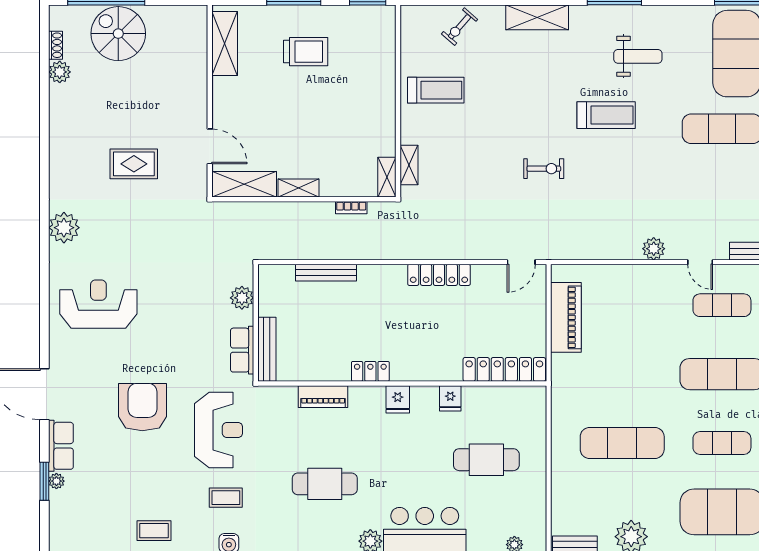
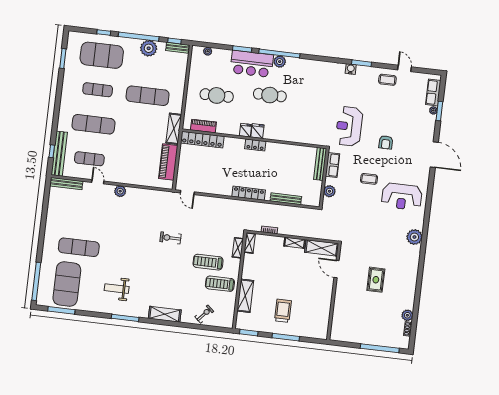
spiral stairs: (118, 34) -> (376, 331), removed
shelving: (225, 44) -> (245, 296), moved
trolley: (306, 52) -> (283, 311), turned 90
treadmill: (606, 115) -> (208, 262), moved
rug: (134, 164) -> (376, 280), moved, turned 90
door: (521, 262) -> (187, 192), swing flipped
locker: (439, 275) -> (249, 193), moved
locker: (370, 371) -> (255, 145), moved
shelving: (563, 384) -> (174, 129), added
piano: (323, 397) -> (203, 126), moved
fridge: (450, 398) -> (245, 130), moved
armchair: (142, 407) -> (386, 142), width x0.53, depth x0.53
row of seats: (61, 446) -> (433, 93), moved
cafe table: (325, 484) -> (270, 95), moved
coffee table: (226, 498) -> (369, 179), moved

